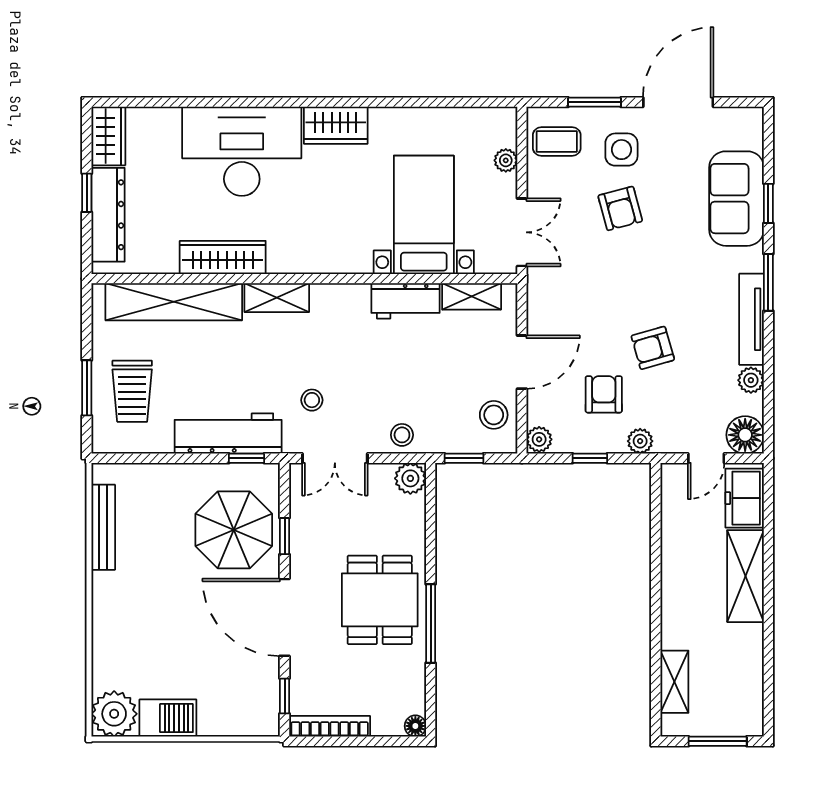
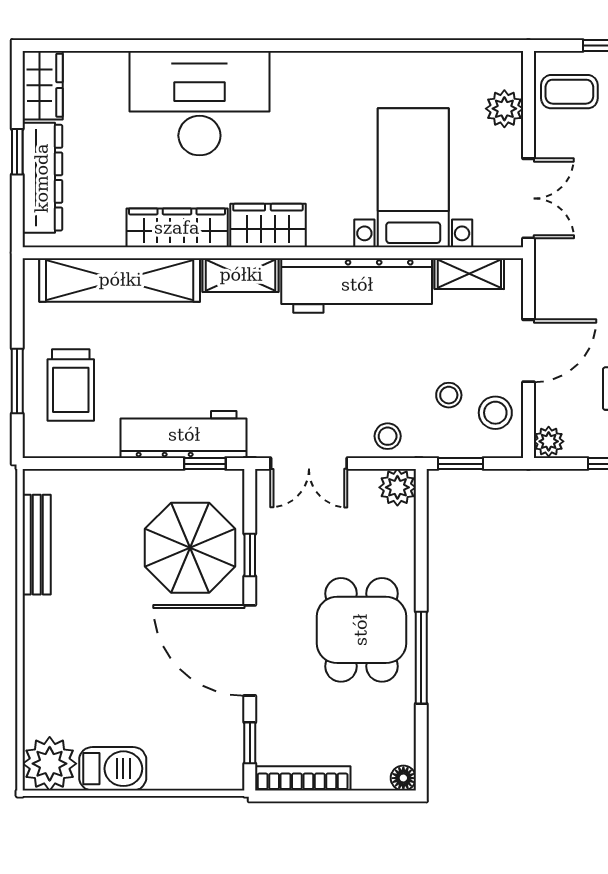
wardrobe: (336, 125) -> (268, 226), moved, turned 180
plant: (506, 160) -> (504, 109), width x1.38, depth x1.38
workbench: (405, 301) -> (357, 285), width x1.88, depth x1.32
stool: (312, 400) -> (449, 395), moved

